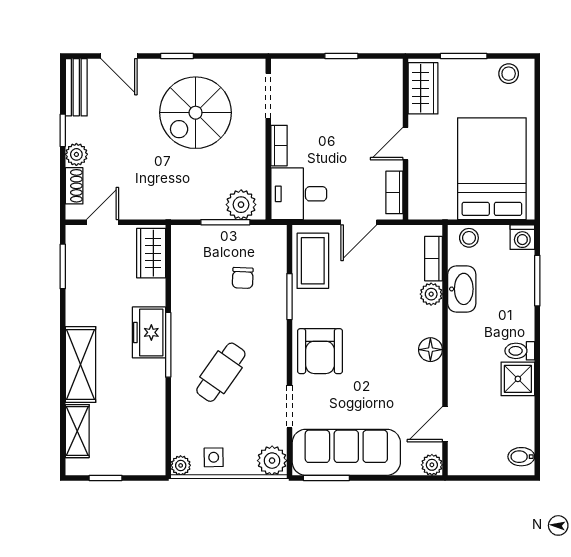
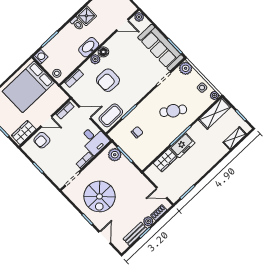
bench: (76, 87) -> (135, 234), moved
armchair: (381, 106) -> (42, 140), added
spiral stairs: (196, 113) -> (99, 196), turned 90
wardrobe: (151, 253) -> (165, 160), moved
washbasin: (462, 289) -> (89, 47), moved
plant: (431, 294) -> (95, 59), moved
armchair: (320, 351) -> (108, 80), moved, turned 180
shelving: (80, 365) -> (215, 113), moved

